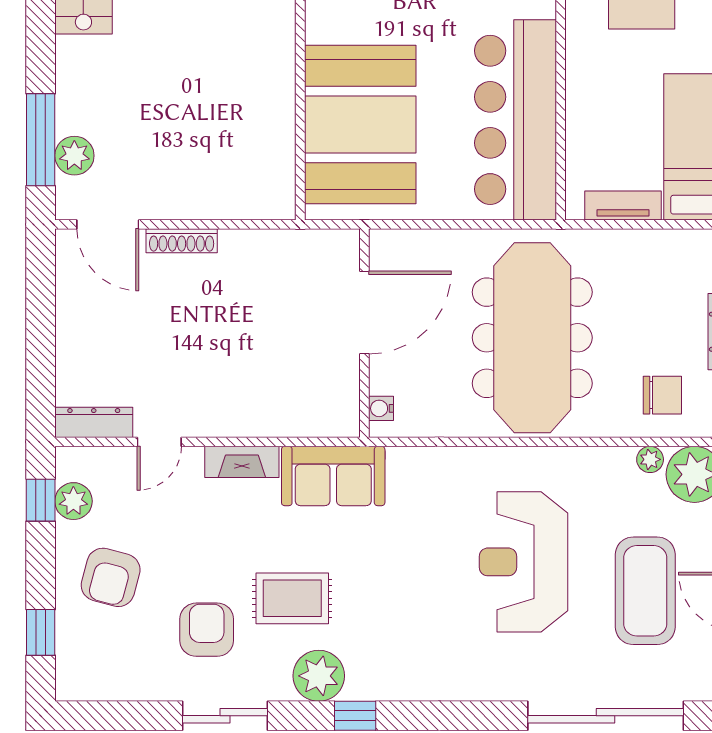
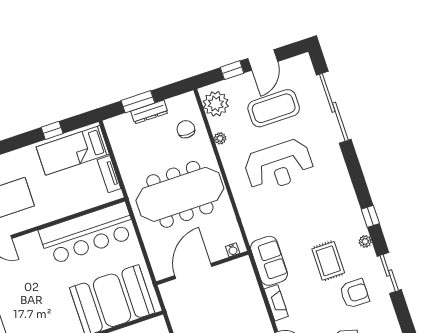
door: (364, 312) -> (193, 271), hinge flipped
plant: (650, 459) -> (220, 138), moved
armchair: (207, 630) -> (354, 294), turned 180
plant: (319, 676) -> (365, 241), width x0.53, depth x0.53

